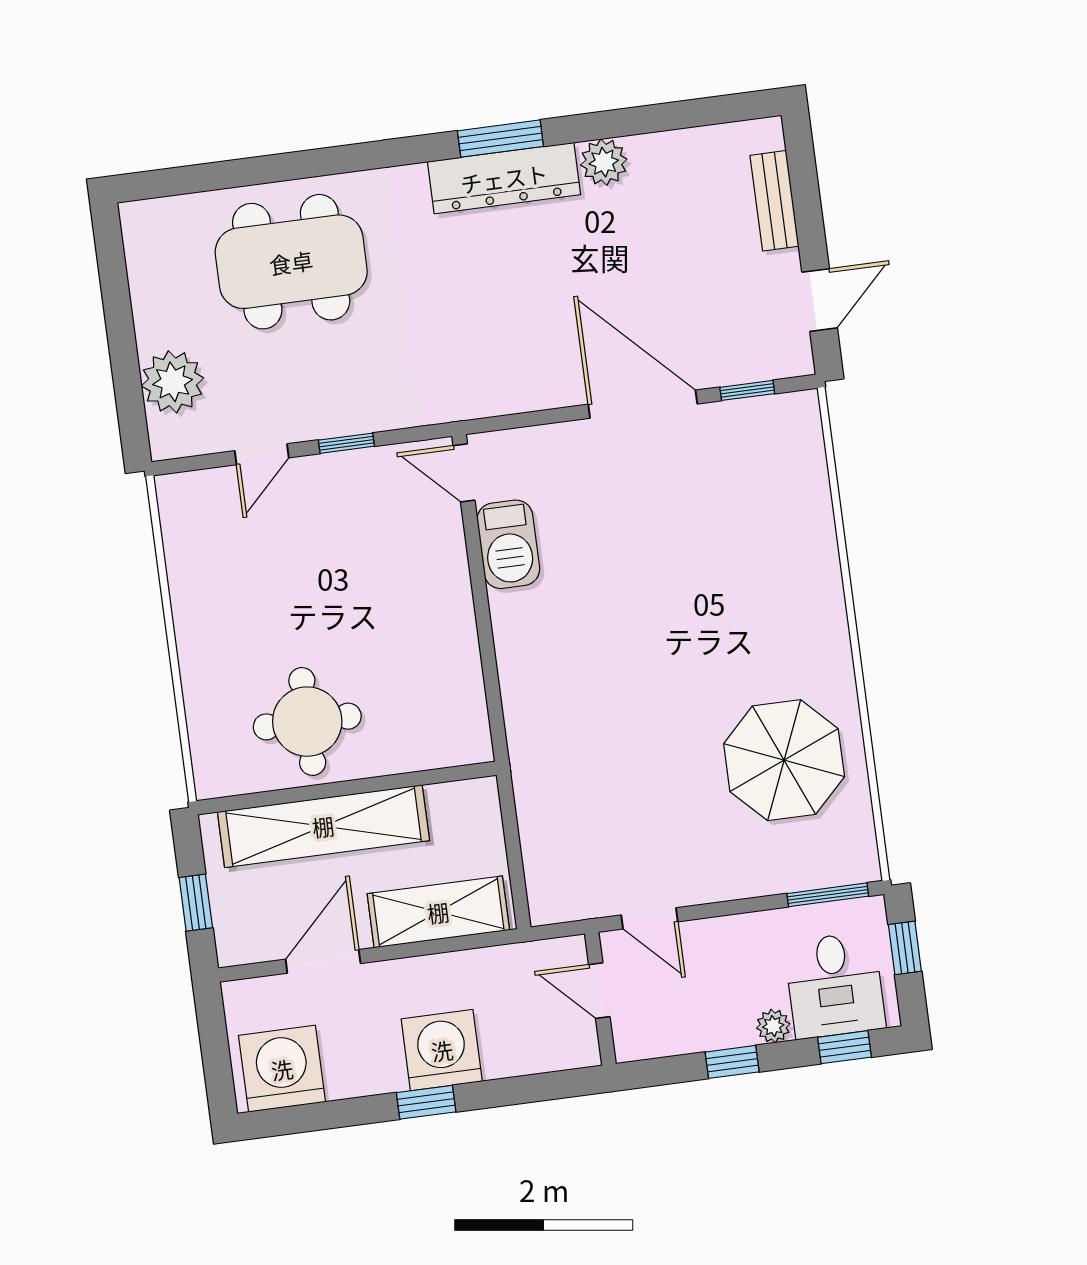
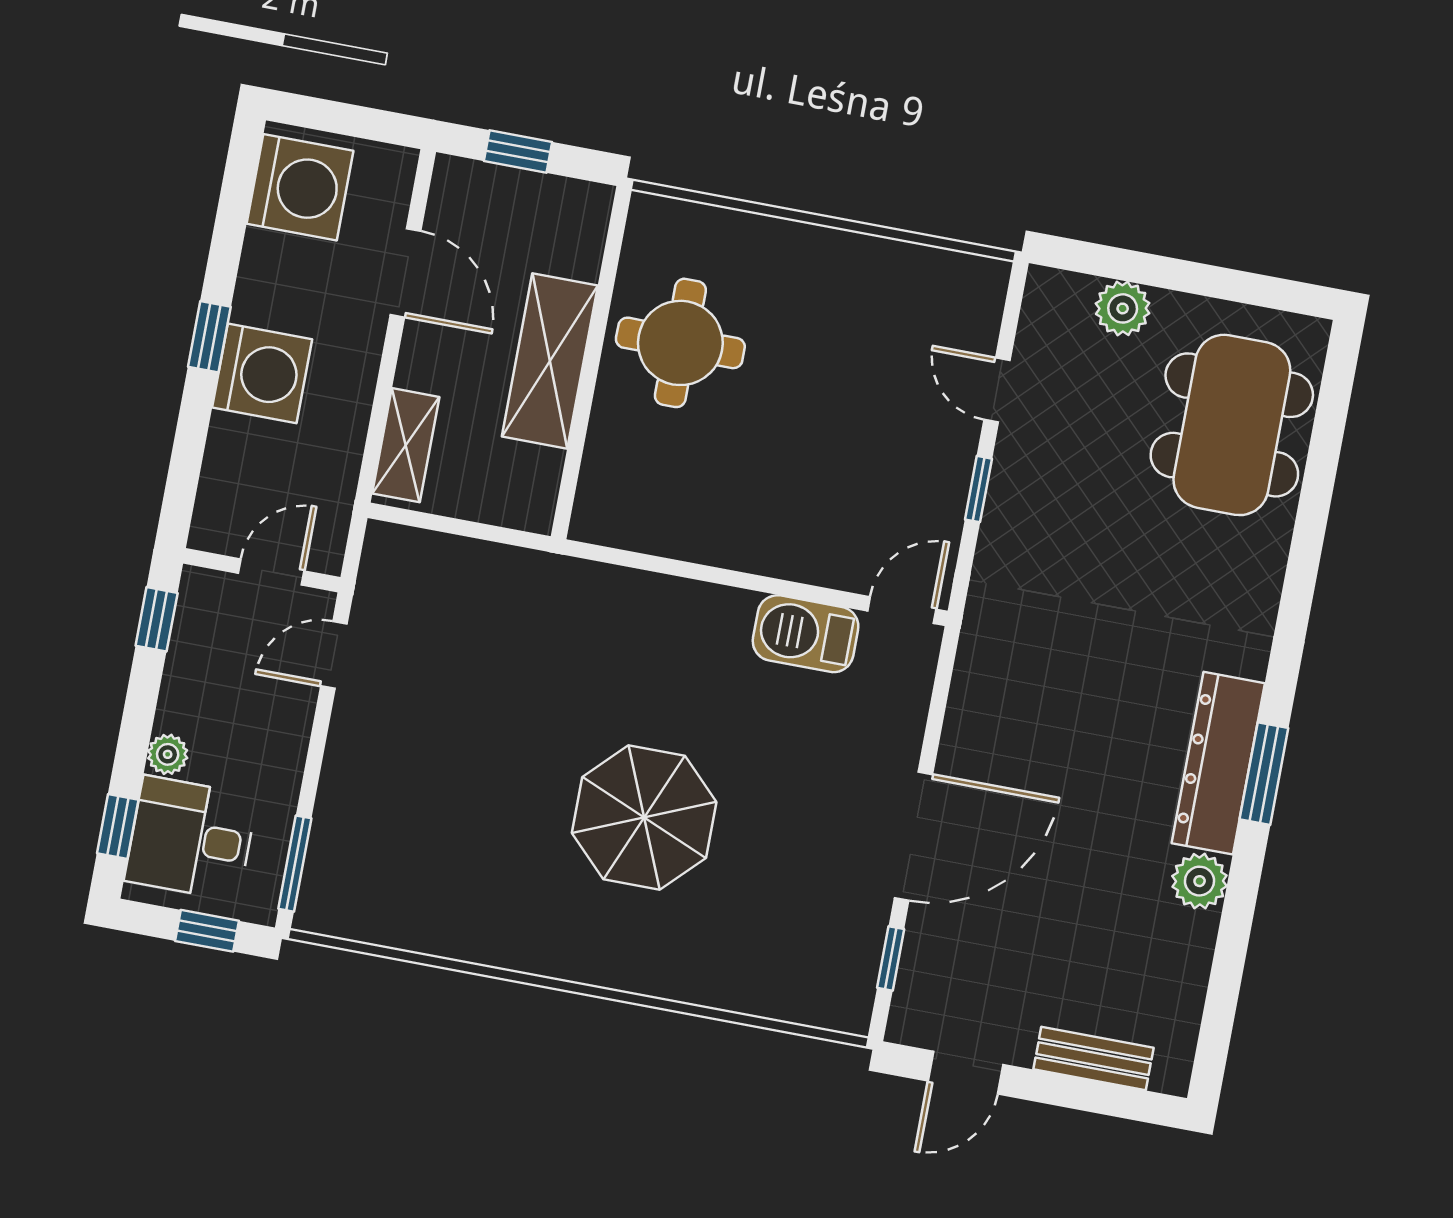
dining table: (291, 262) -> (1232, 425), moved
door: (820, 300) -> (965, 1073), hinge flipped
plant: (173, 382) -> (1123, 308), width x0.73, depth x0.73
parasol: (784, 760) -> (644, 818), moved
shelving: (323, 826) -> (550, 361), width x0.68
shelving: (438, 912) -> (406, 445), width x0.67, depth x0.75
window: (732, 1062) -> (157, 619), moved

